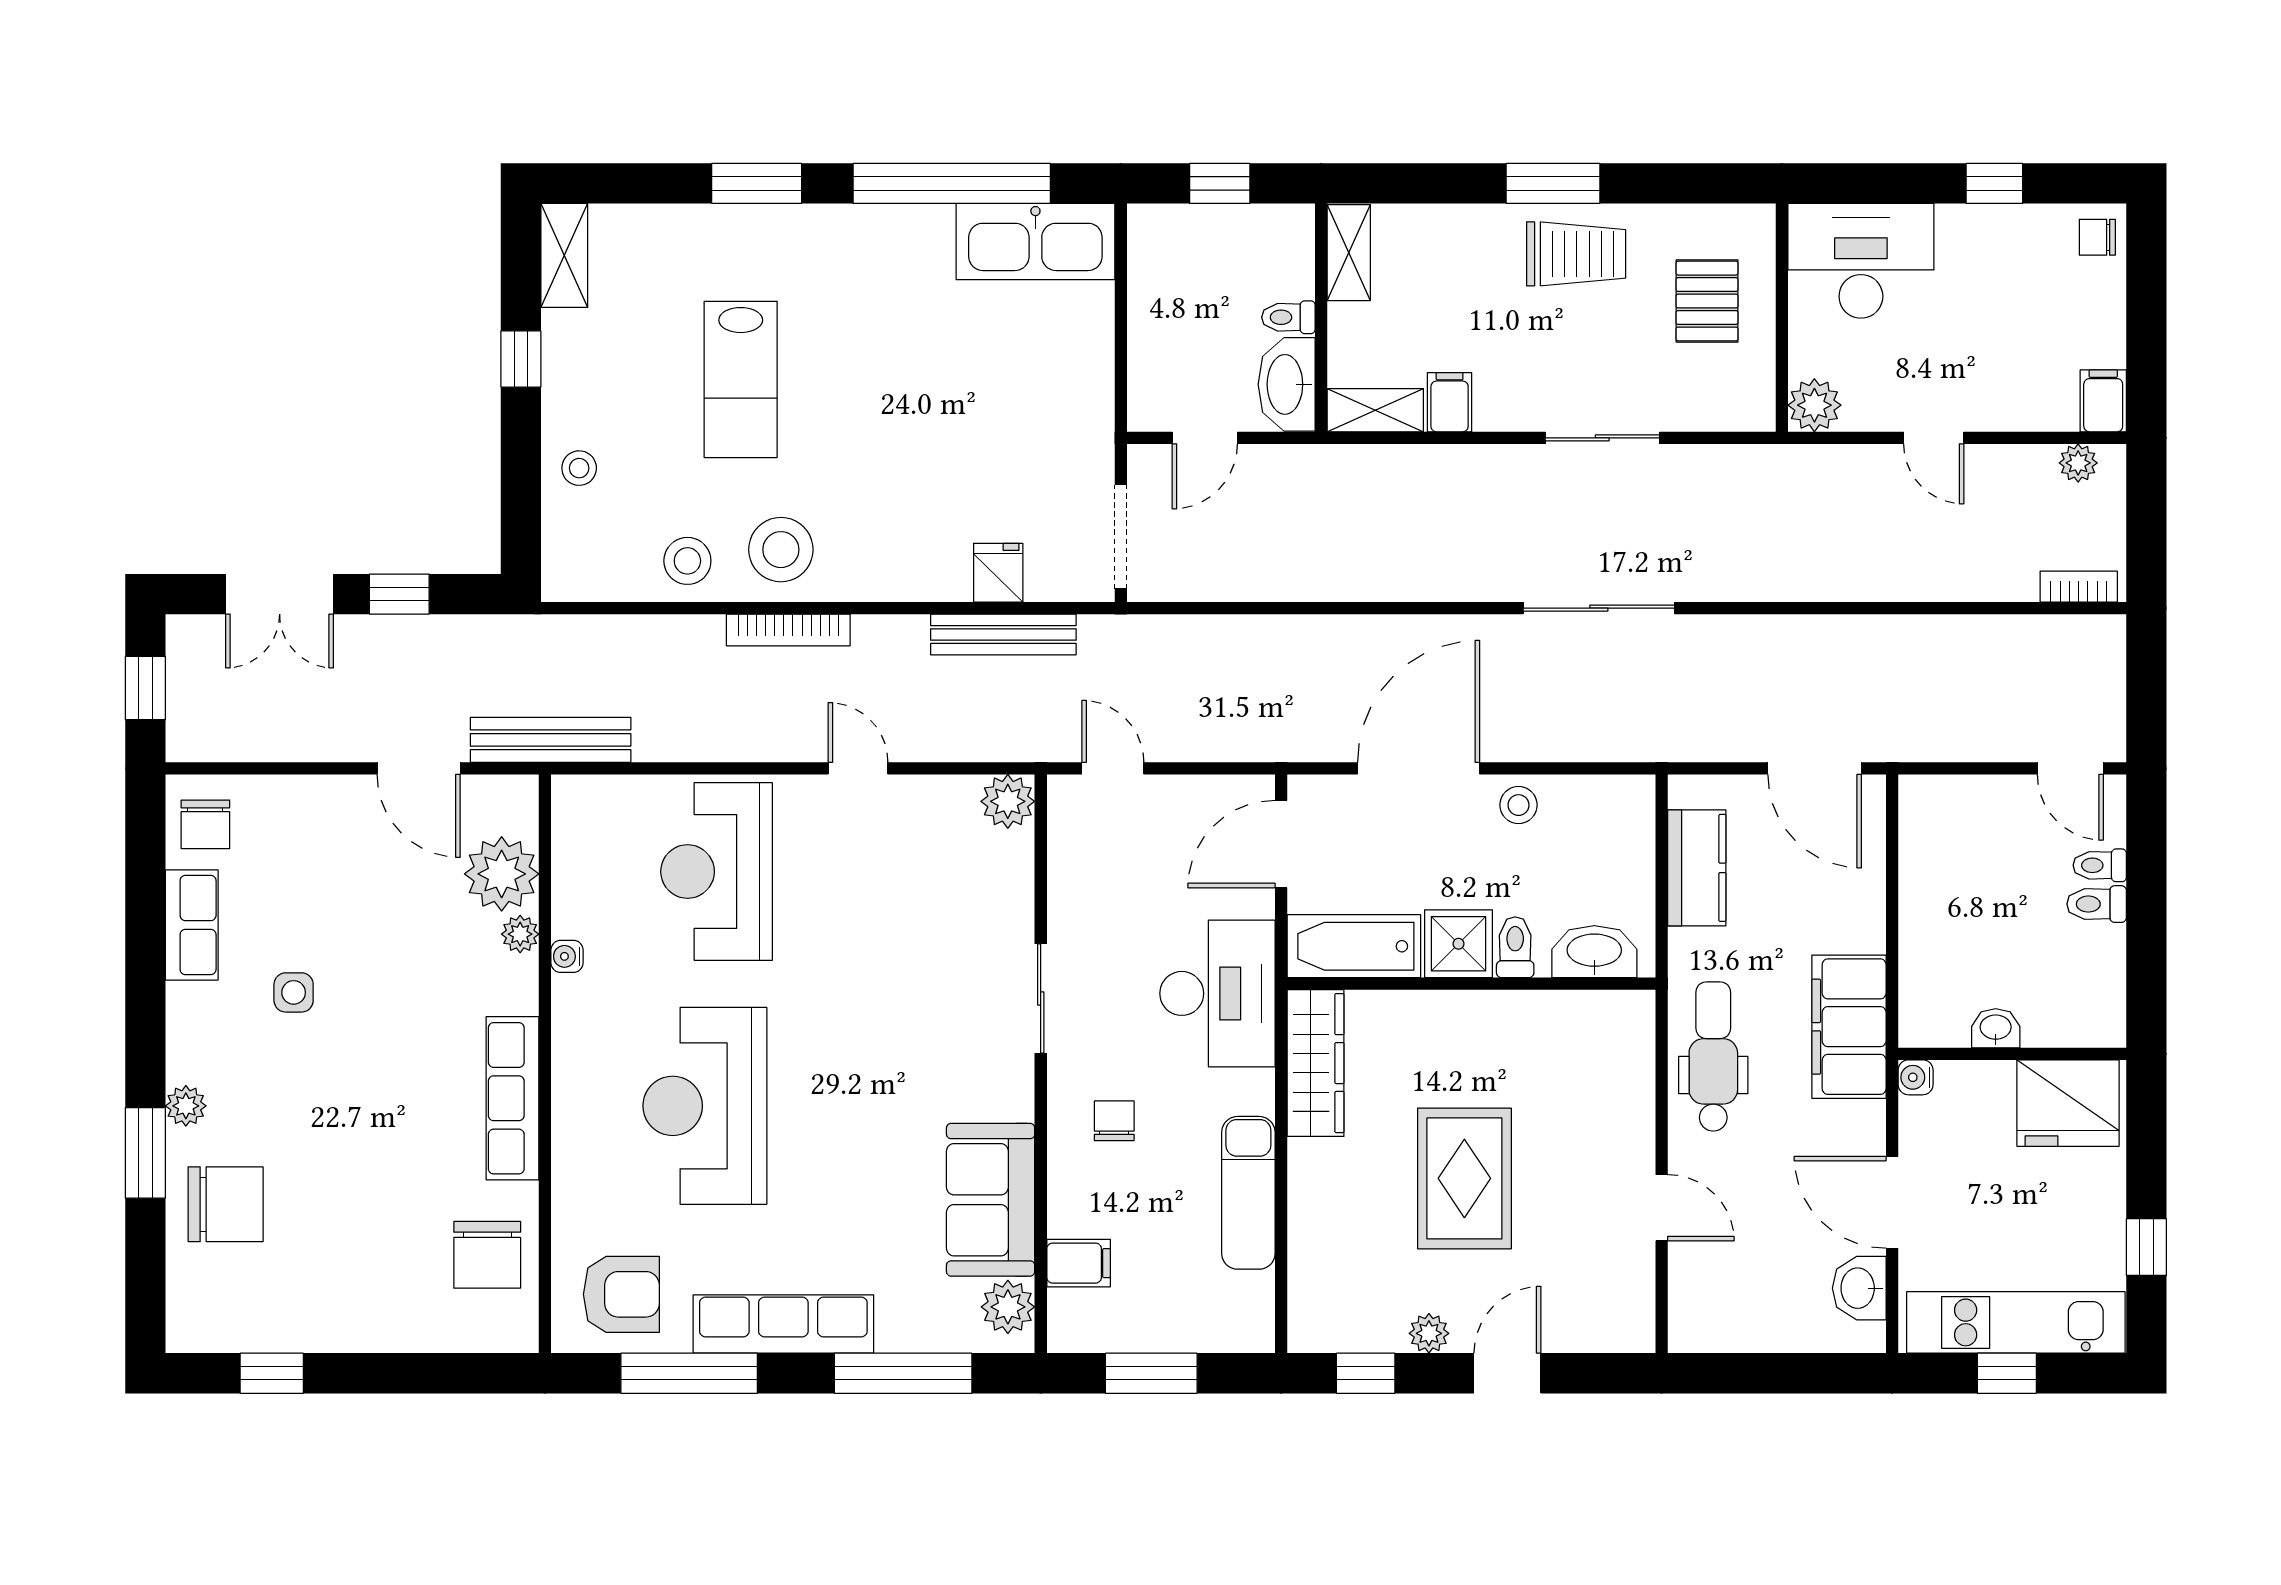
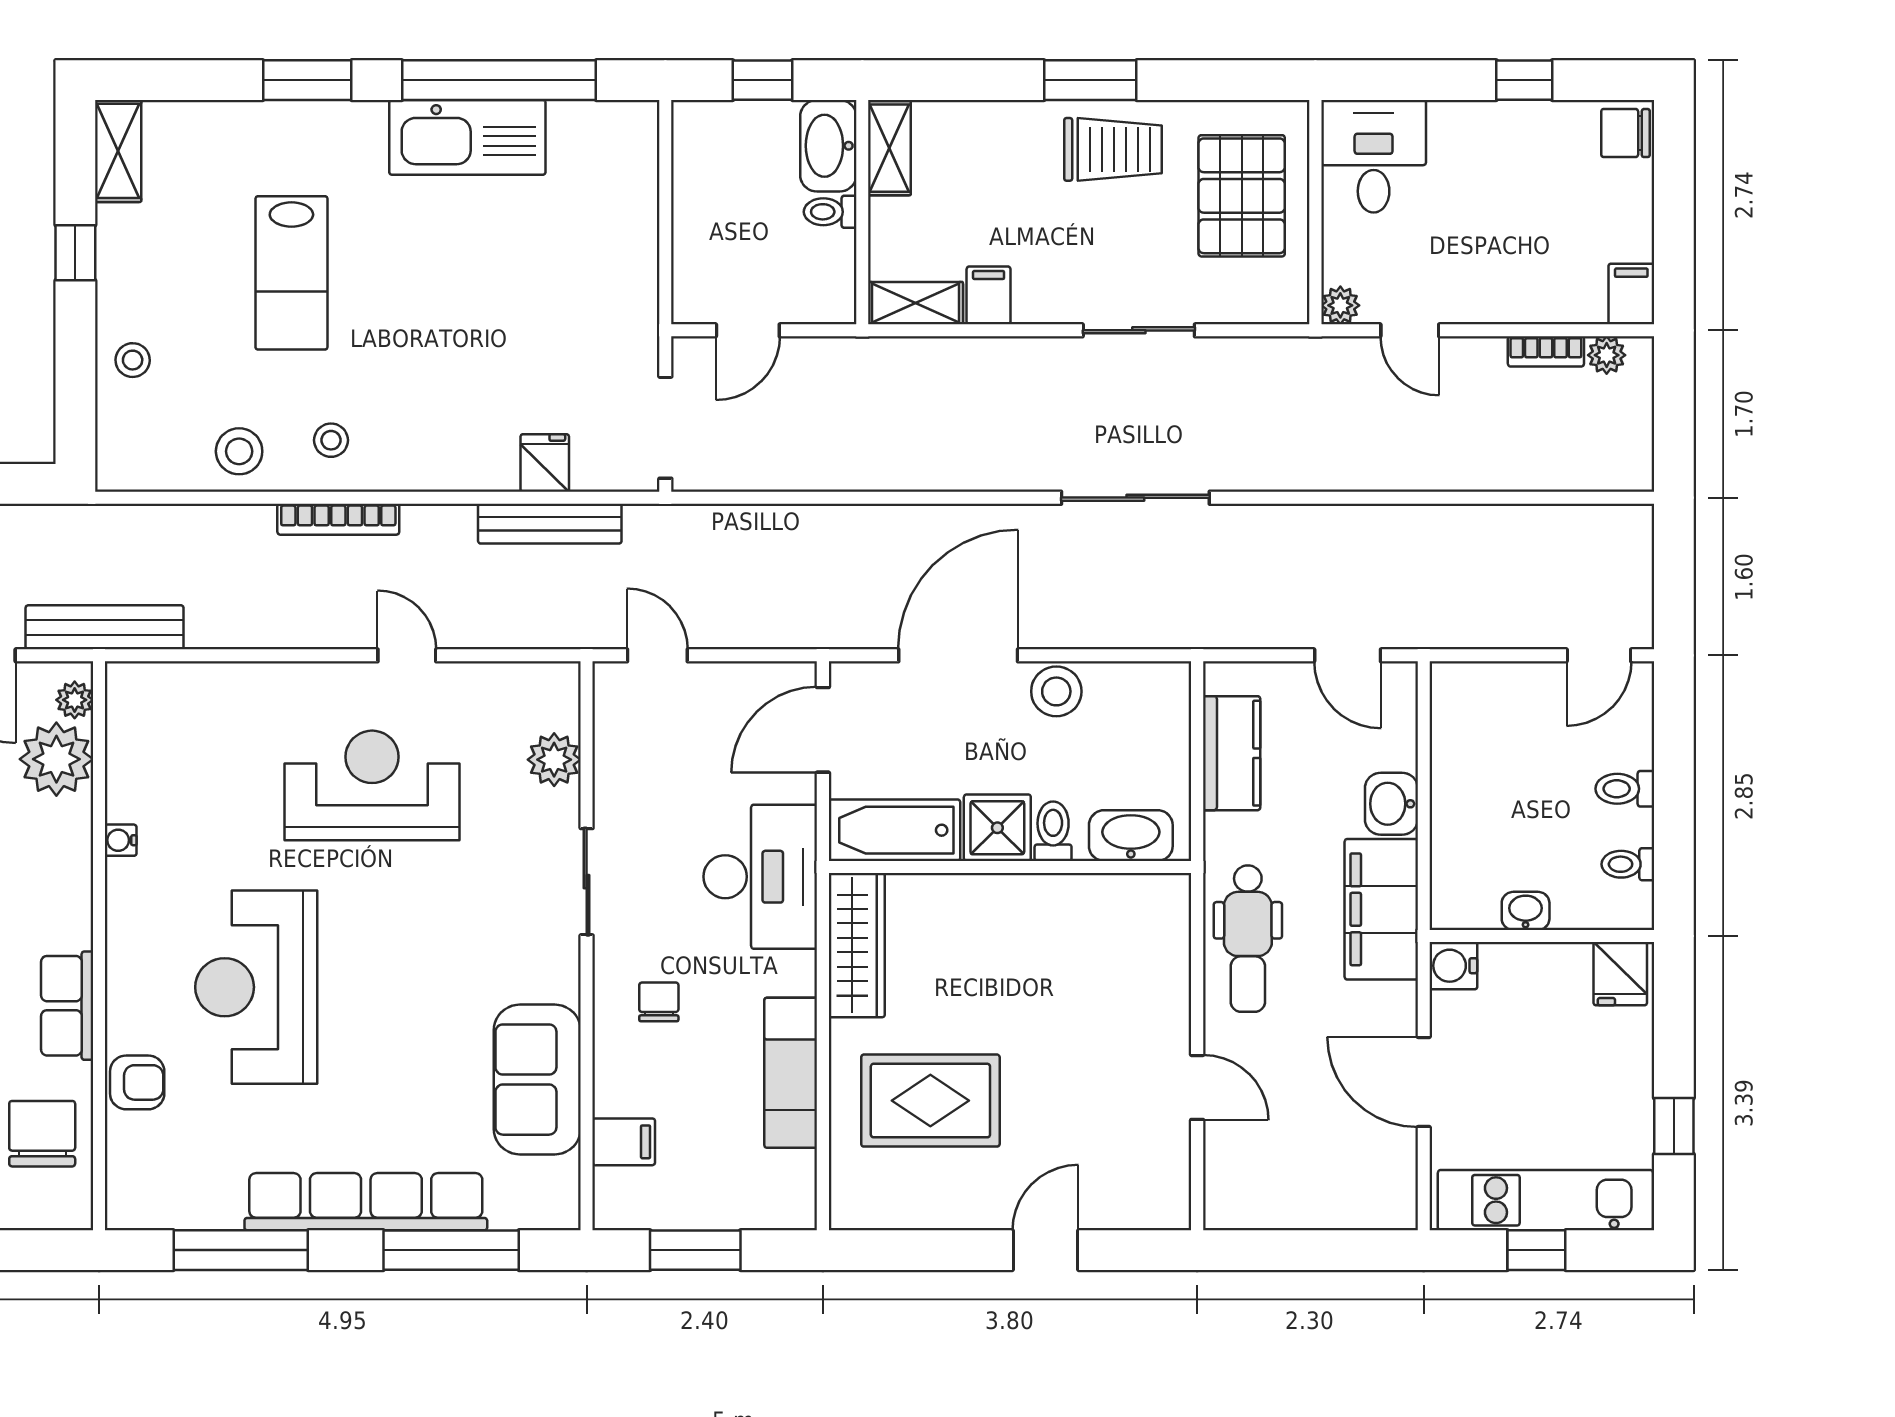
chair: (2097, 237) -> (1625, 133), width x1.37, depth x1.37
kitchen sink: (1035, 242) -> (467, 137), moved
desk: (1861, 261) -> (1374, 156), width x0.73
pallet: (1707, 301) -> (1242, 196), width x1.50, depth x1.42
washbasin: (1287, 384) -> (828, 146), moved
plant: (1814, 405) -> (1340, 305), width x0.73, depth x0.73
door: (1934, 438) -> (1410, 330), moved
stool: (781, 550) -> (331, 440), width x0.53, depth x0.53
bookcase: (2079, 587) -> (1546, 351), moved, turned 180
door: (1815, 768) -> (1348, 655), width x0.73
door: (2070, 768) -> (1599, 655), hinge flipped
plant: (1008, 801) -> (554, 760), moved
stool: (1518, 805) -> (1056, 691), width x1.37, depth x1.37
toilet: (2100, 865) -> (1628, 864), moved
reception desk: (717, 872) -> (372, 785), moved, turned 90
plant: (520, 934) -> (75, 700), moved
dental chair: (1713, 1056) -> (1248, 939), turned 180
water cooler: (1916, 1077) -> (1453, 966), width x1.38, depth x1.38
row of seats: (513, 1098) -> (67, 1006), width x0.68
fridge: (2068, 1103) -> (1620, 974), width x0.53, depth x0.75
rug: (1464, 1178) -> (930, 1101), moved, turned 90
chair: (487, 1255) -> (42, 1134), turned 180
washbasin: (1859, 1288) -> (1391, 804), moved
armchair: (621, 1294) -> (137, 1082), moved, width x0.72, depth x0.72
plant: (1008, 1307) -> (554, 1185), removed
row of seats: (783, 1324) -> (366, 1202), width x1.36
plant: (1429, 1333) -> (968, 1211), removed
window: (1366, 1373) -> (906, 1250), removed

